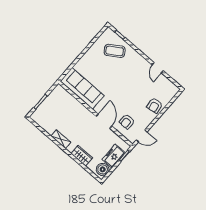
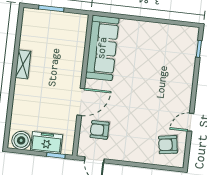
coffee table: (115, 51) -> (175, 56), removed
armchair: (155, 106) -> (168, 145), moved
wardrobe: (82, 156) -> (20, 104), removed

